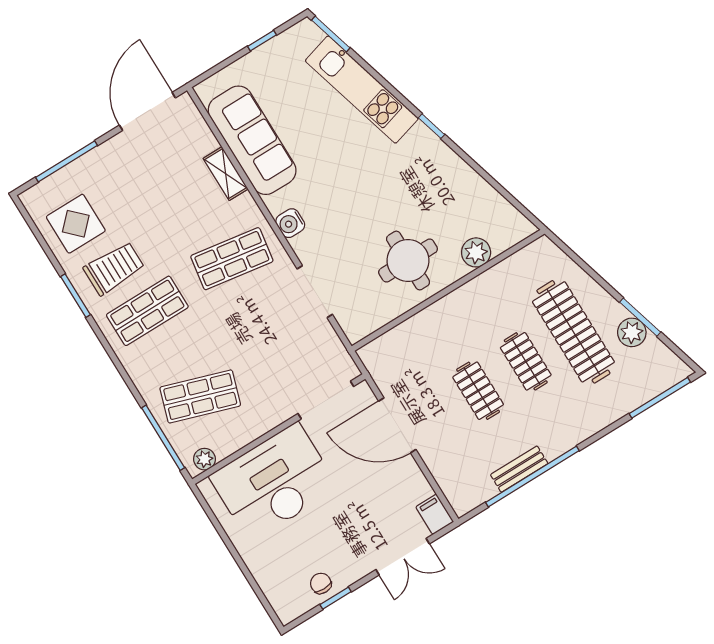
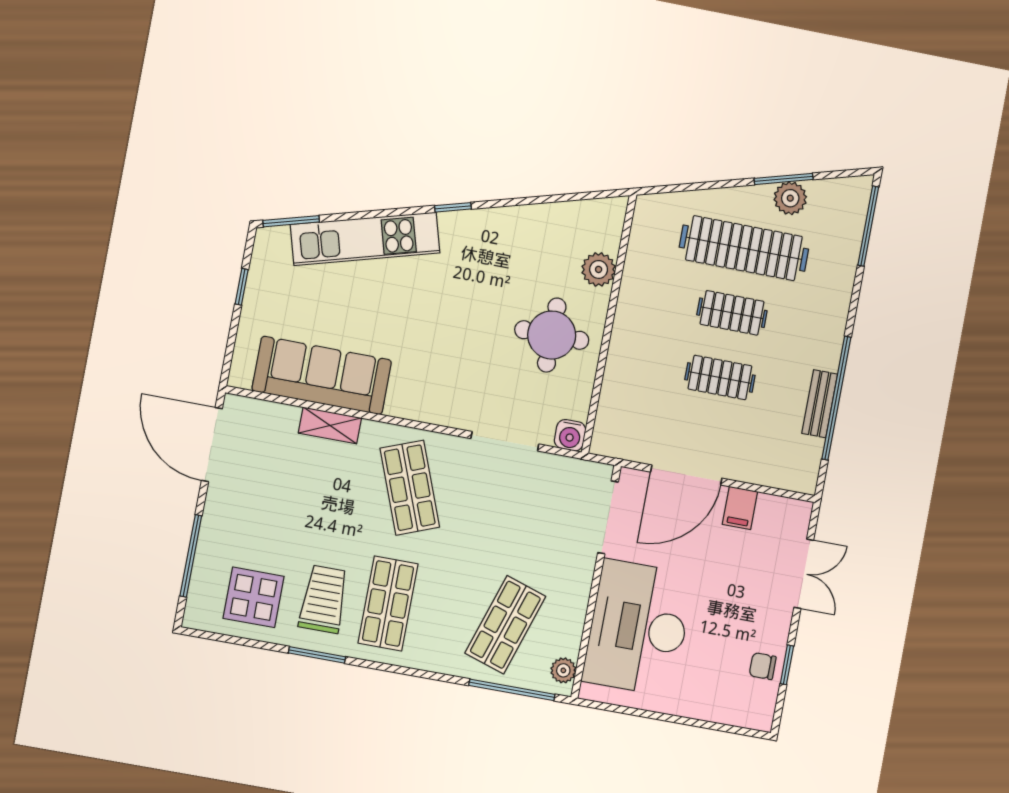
water cooler: (290, 223) -> (570, 435), moved
shop shelf: (232, 259) -> (410, 488), turned -30
filing cabinet: (435, 514) -> (740, 508), moved, turned -90

